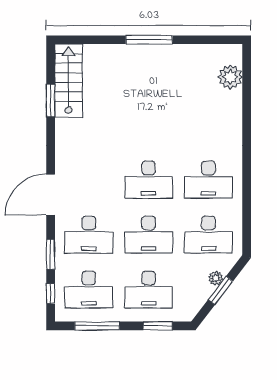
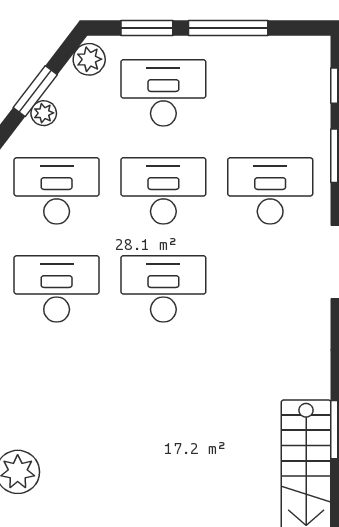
desk: (89, 290) -> (270, 93), removed
plant: (190, 308) -> (89, 59), added
window: (97, 326) -> (228, 28), moved

